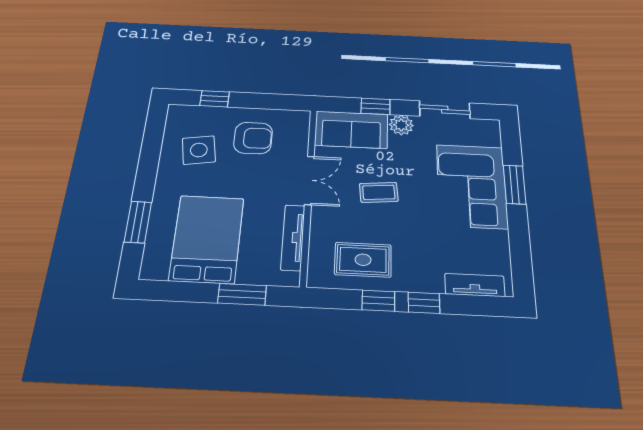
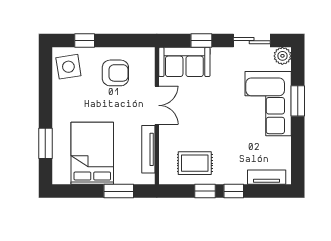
plant: (401, 125) -> (282, 56), moved
side table: (199, 150) -> (68, 67), moved
coffee table: (379, 192) -> (204, 112), removed

